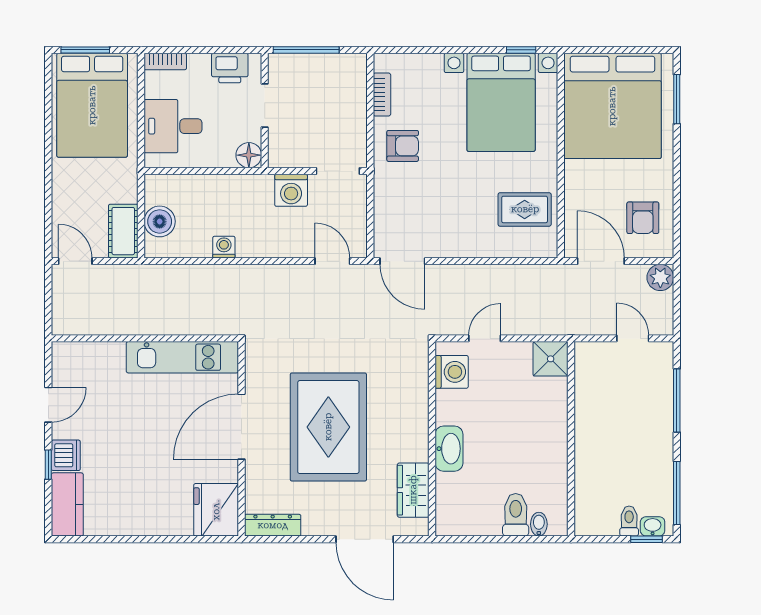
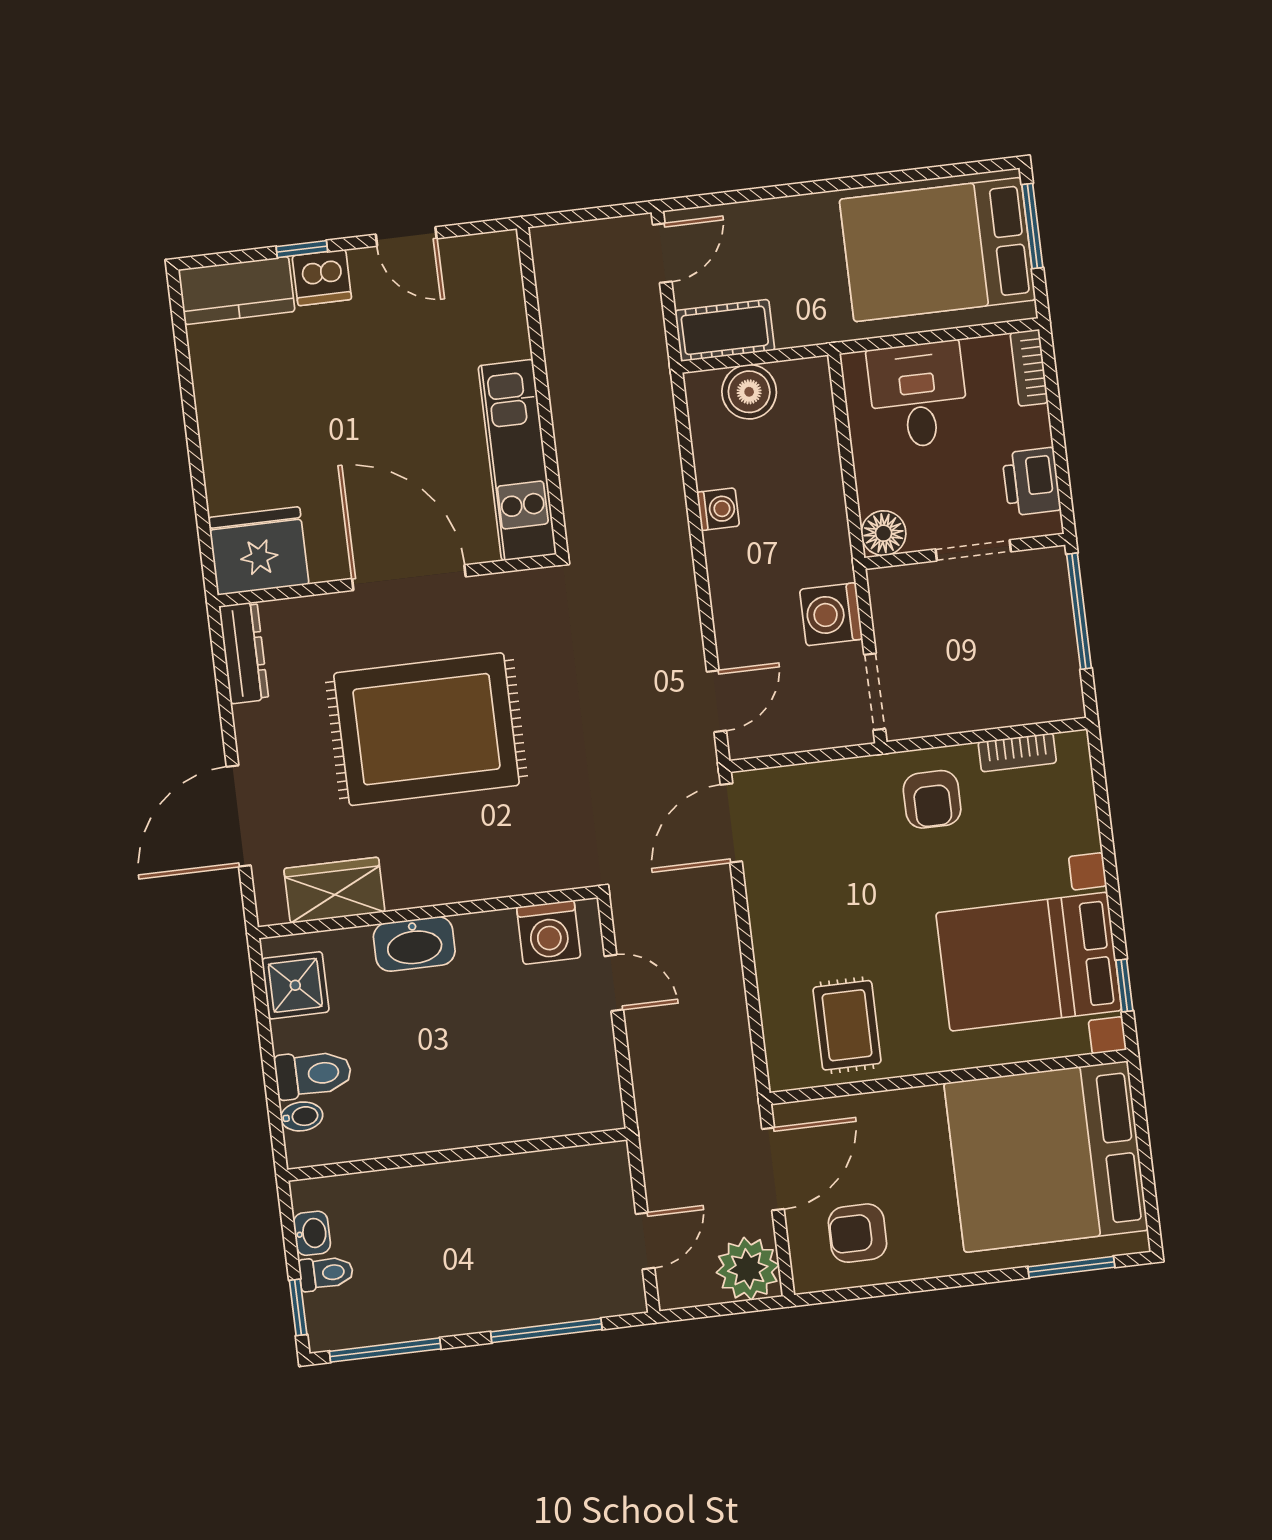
plant: (660, 277) -> (748, 1269), width x1.36, depth x1.36
shower: (551, 359) -> (295, 985), moved
washbasin: (653, 526) -> (312, 1233), moved

